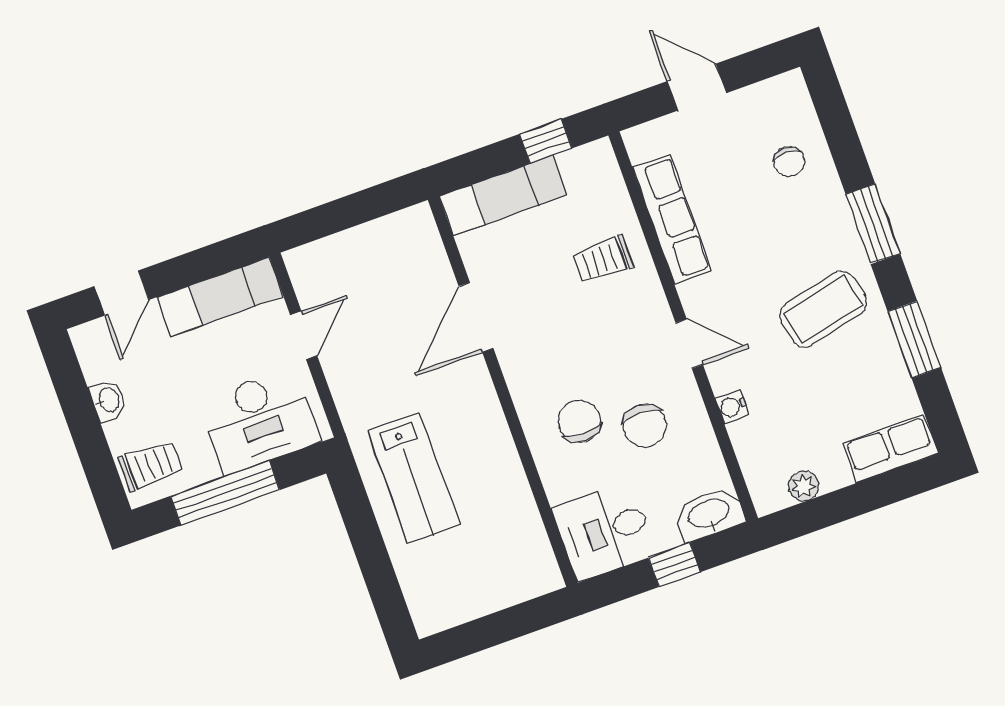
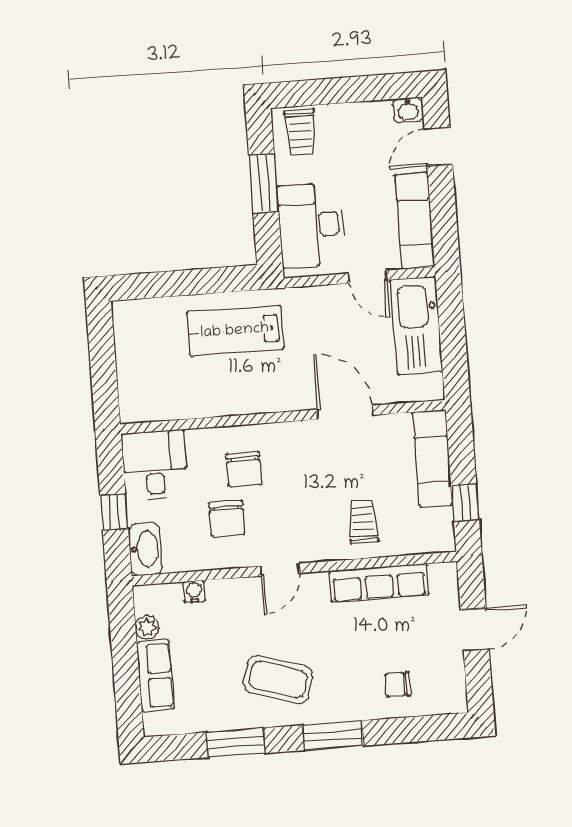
kitchen sink: (347, 260) -> (416, 326), added
door: (122, 293) -> (438, 146), hinge flipped
coffee table: (823, 309) -> (278, 679), turned -60
washbasin: (108, 400) -> (408, 110), moved
water cooler: (732, 406) -> (194, 592), moved
chair: (579, 421) -> (244, 469), turned 90
chair: (645, 425) -> (227, 518), turned -90
row of seats: (890, 449) -> (155, 676), moved
window: (225, 493) -> (264, 183), width x0.69

